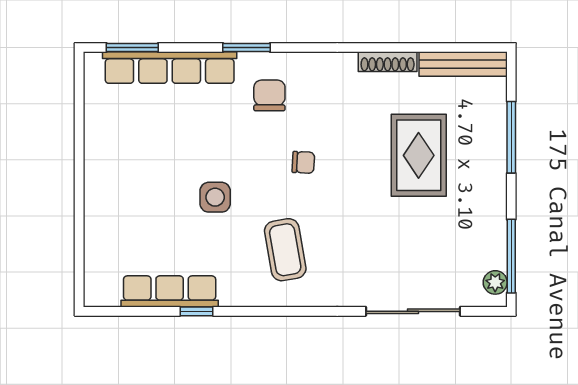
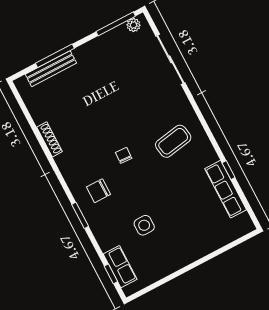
window: (132, 48) -> (111, 274), width x0.67
bench: (463, 64) -> (51, 69), moved, turned 90
row of seats: (170, 68) -> (120, 267), width x0.50
rug: (419, 155) -> (89, 98), removed
side table: (215, 197) -> (144, 225), moved

